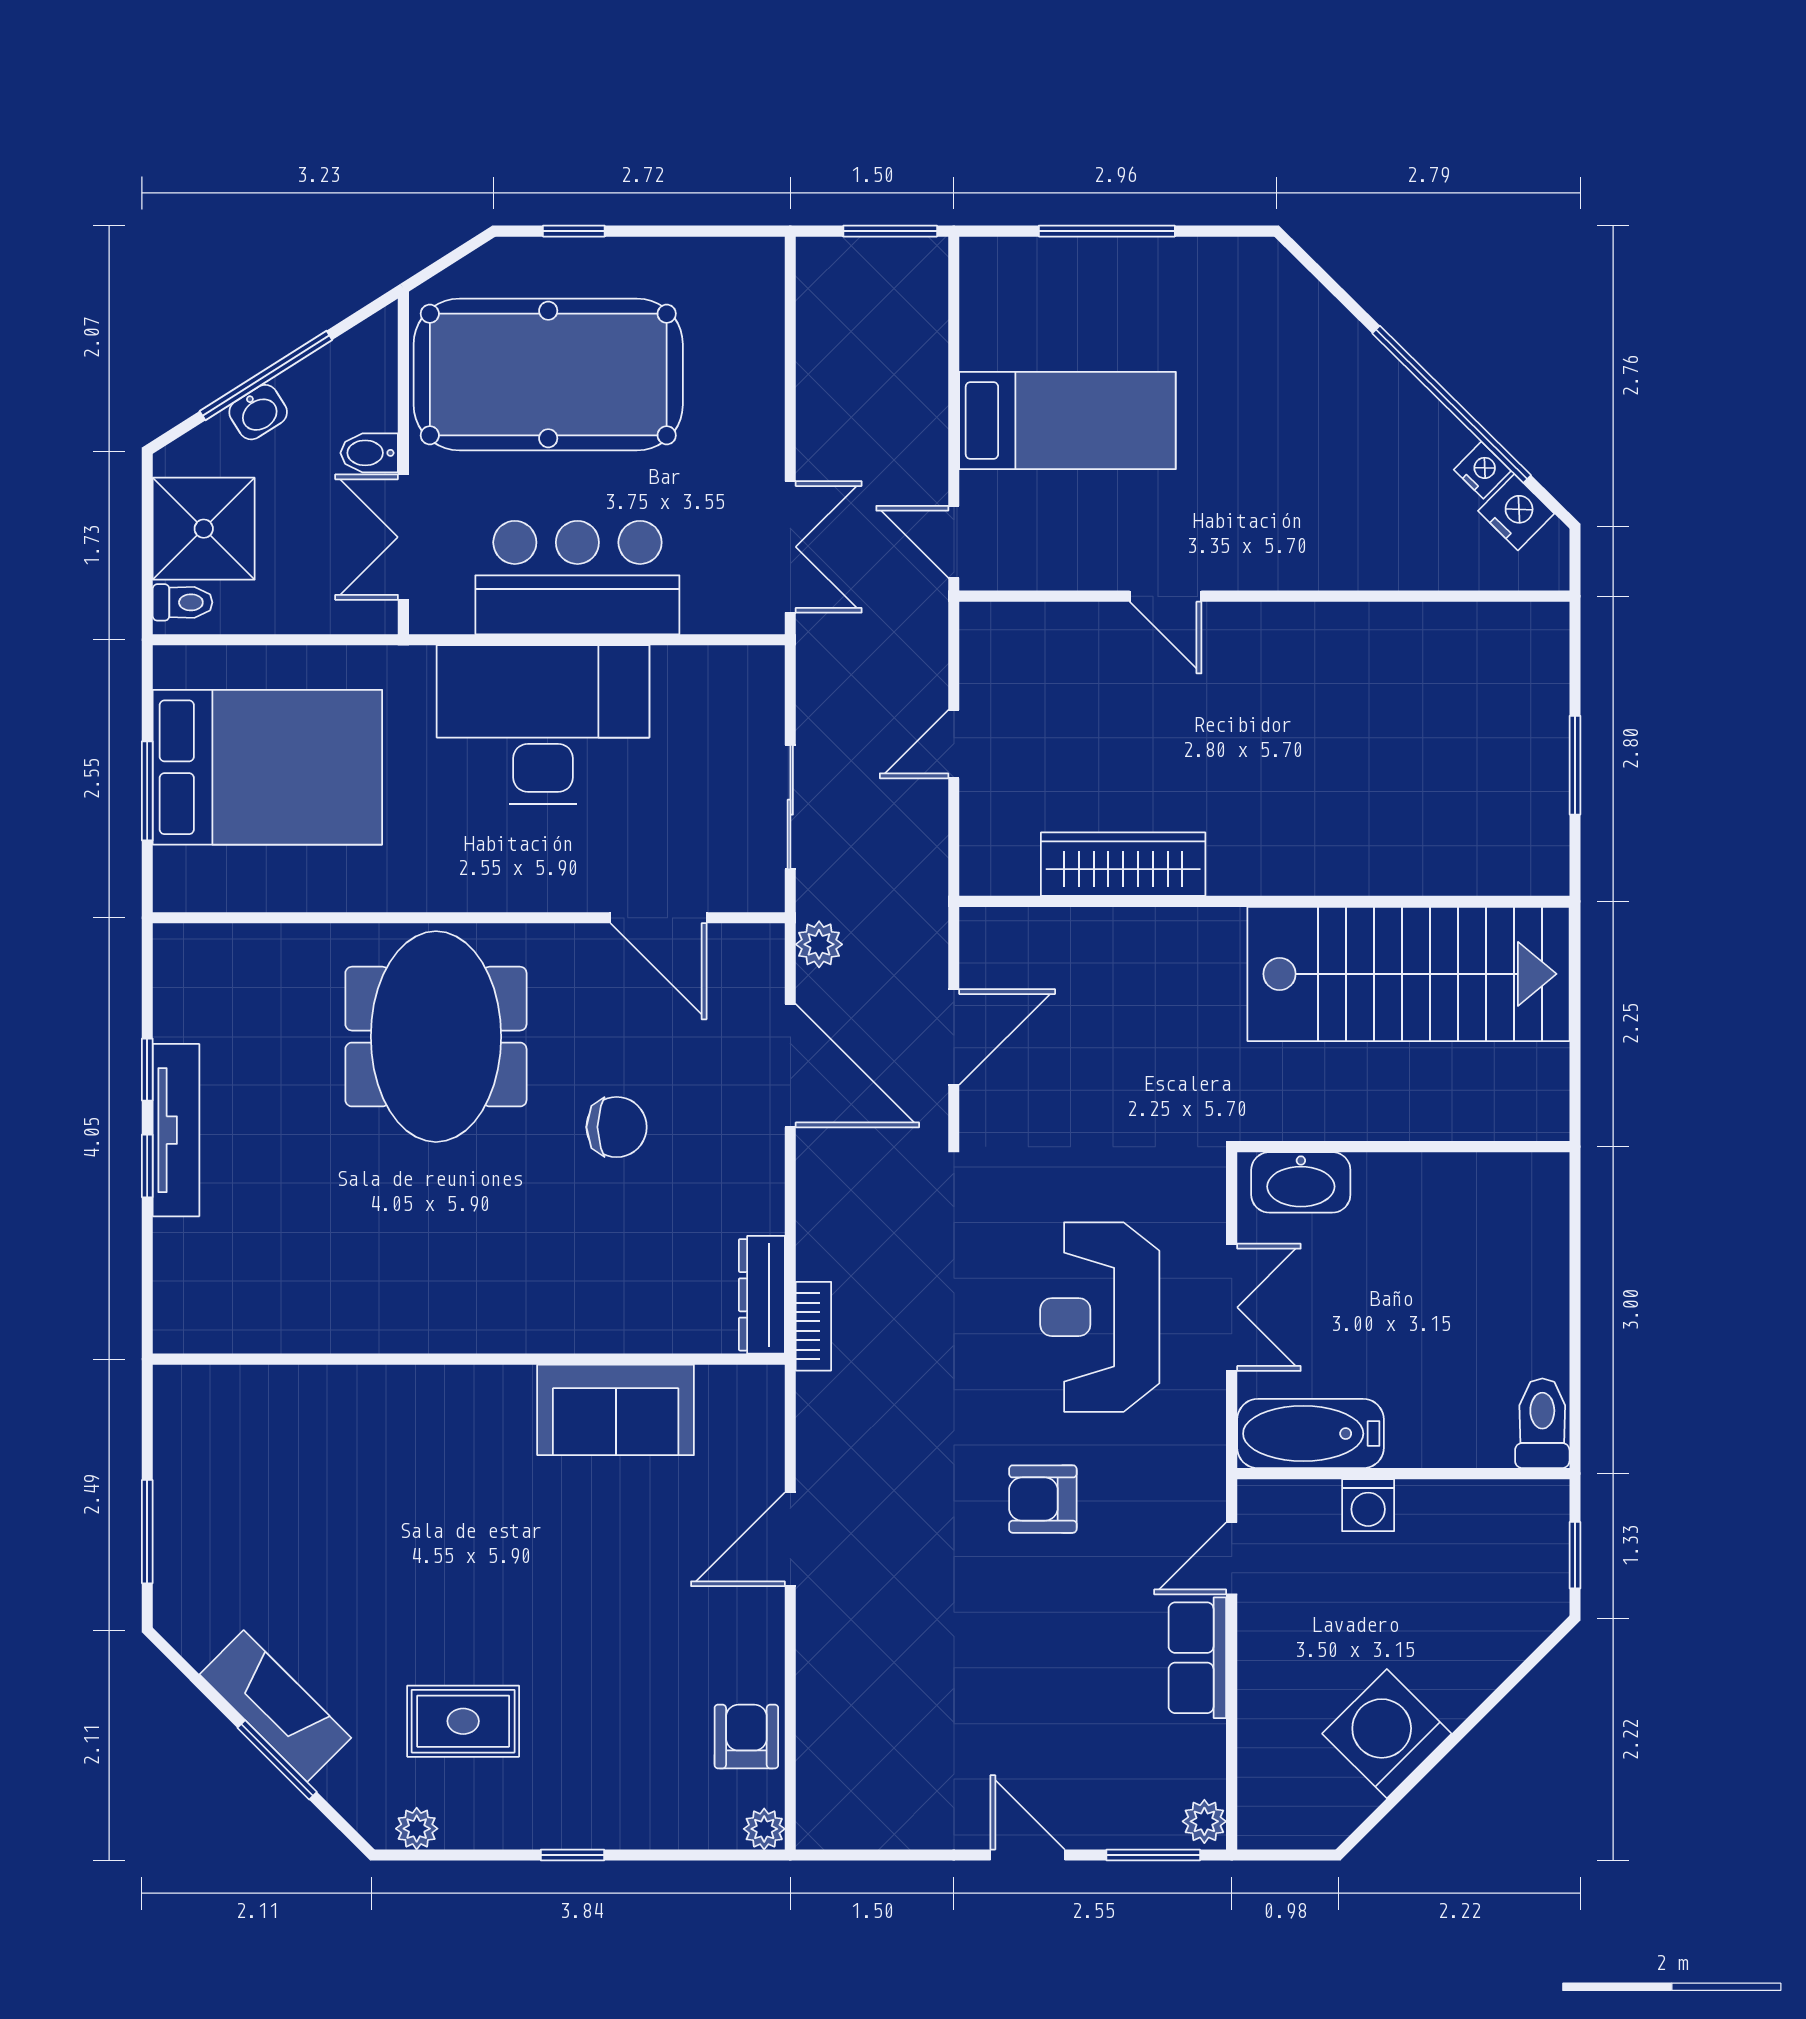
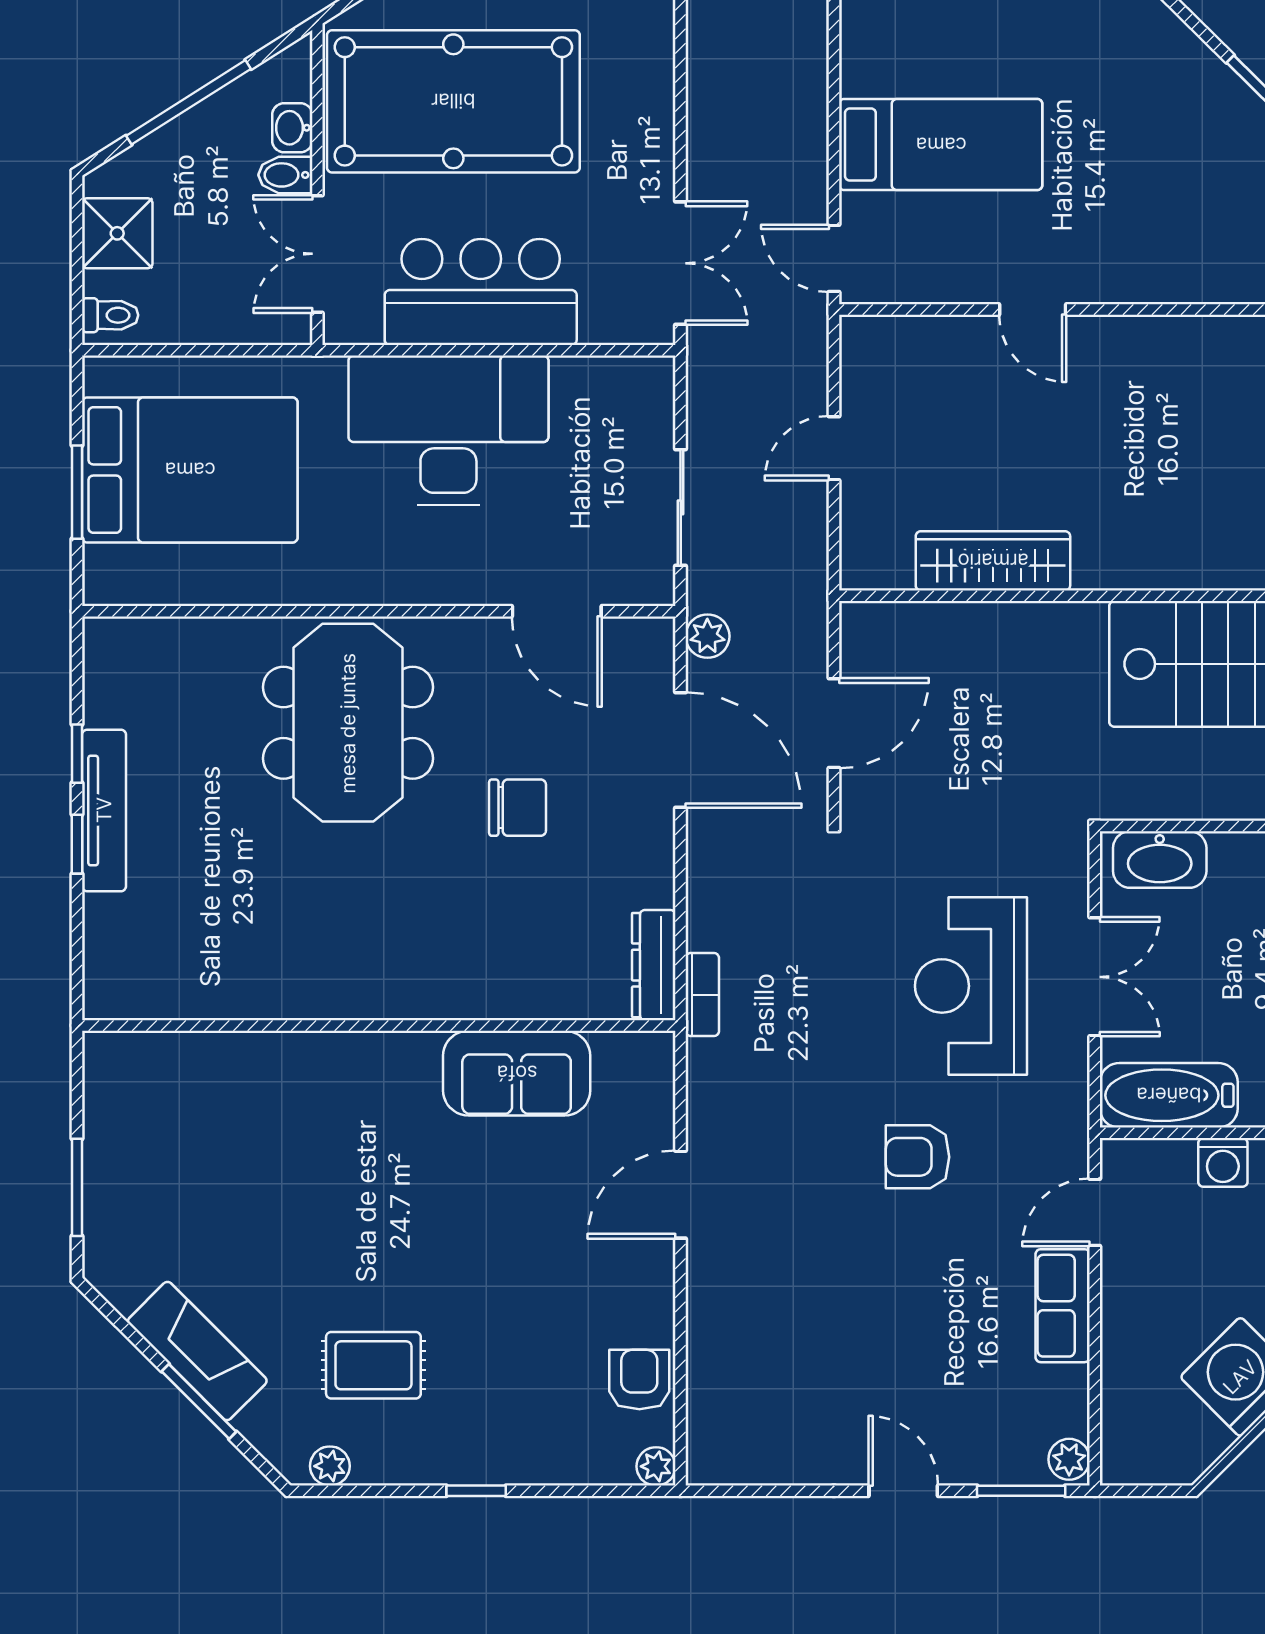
washbasin: (258, 412) -> (292, 128), moved, turned 122
shower: (204, 529) -> (117, 233), width x0.73, depth x0.73

